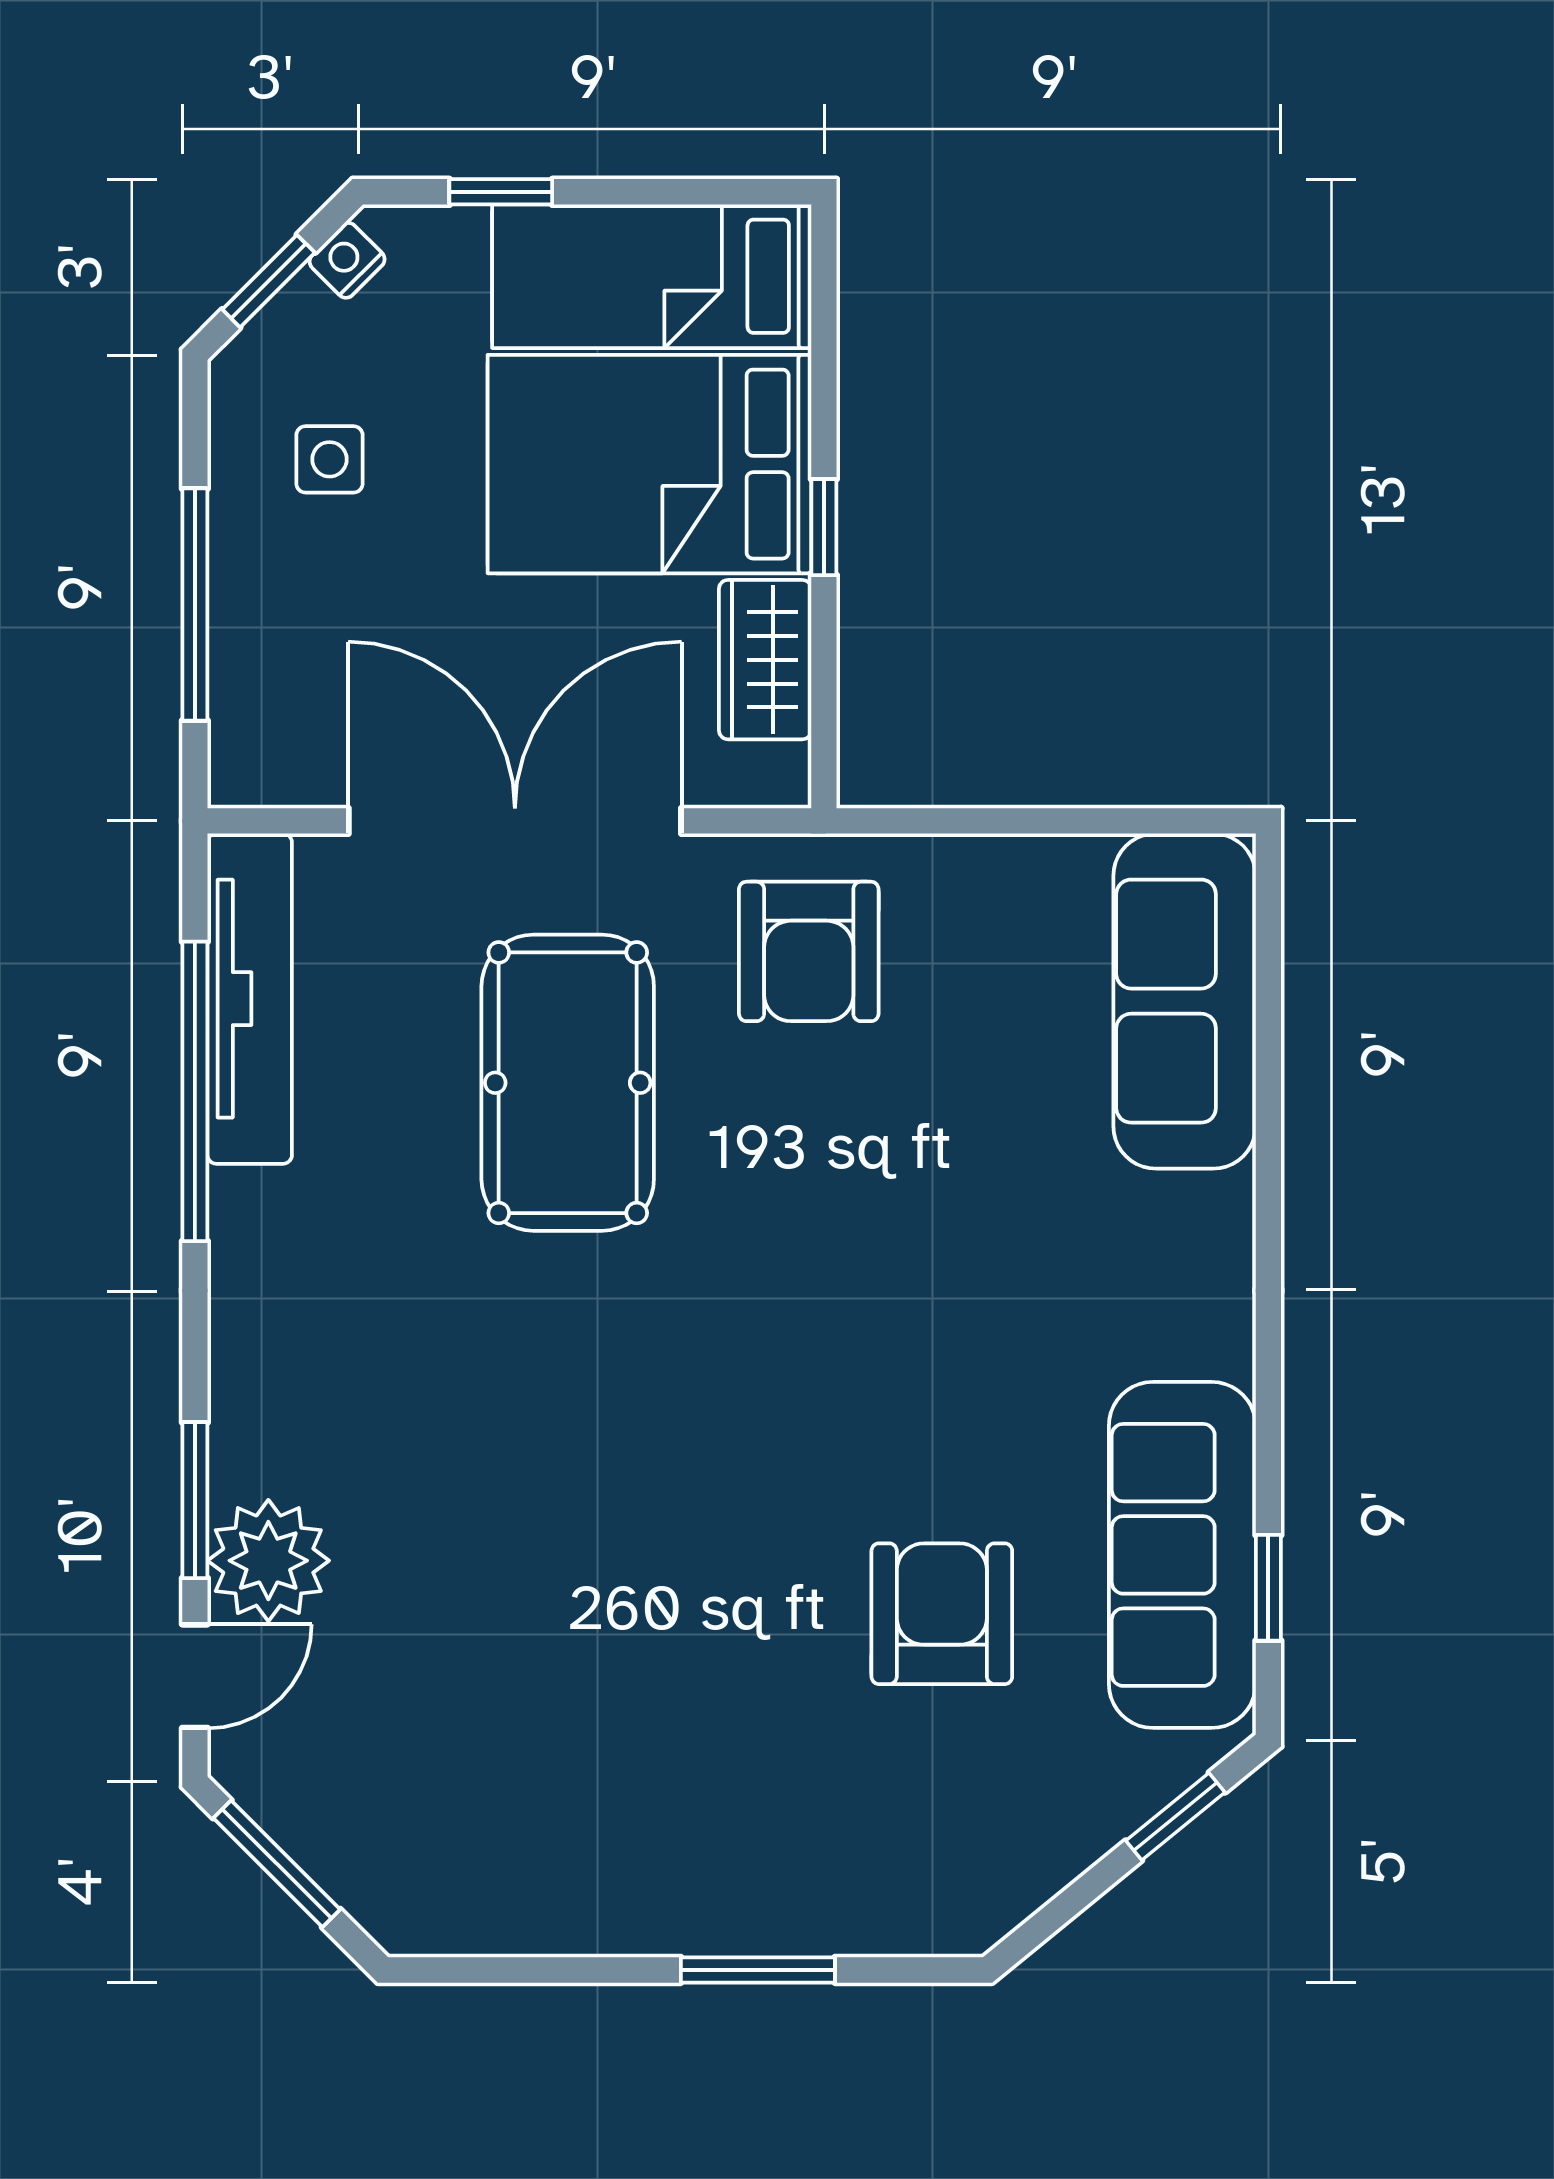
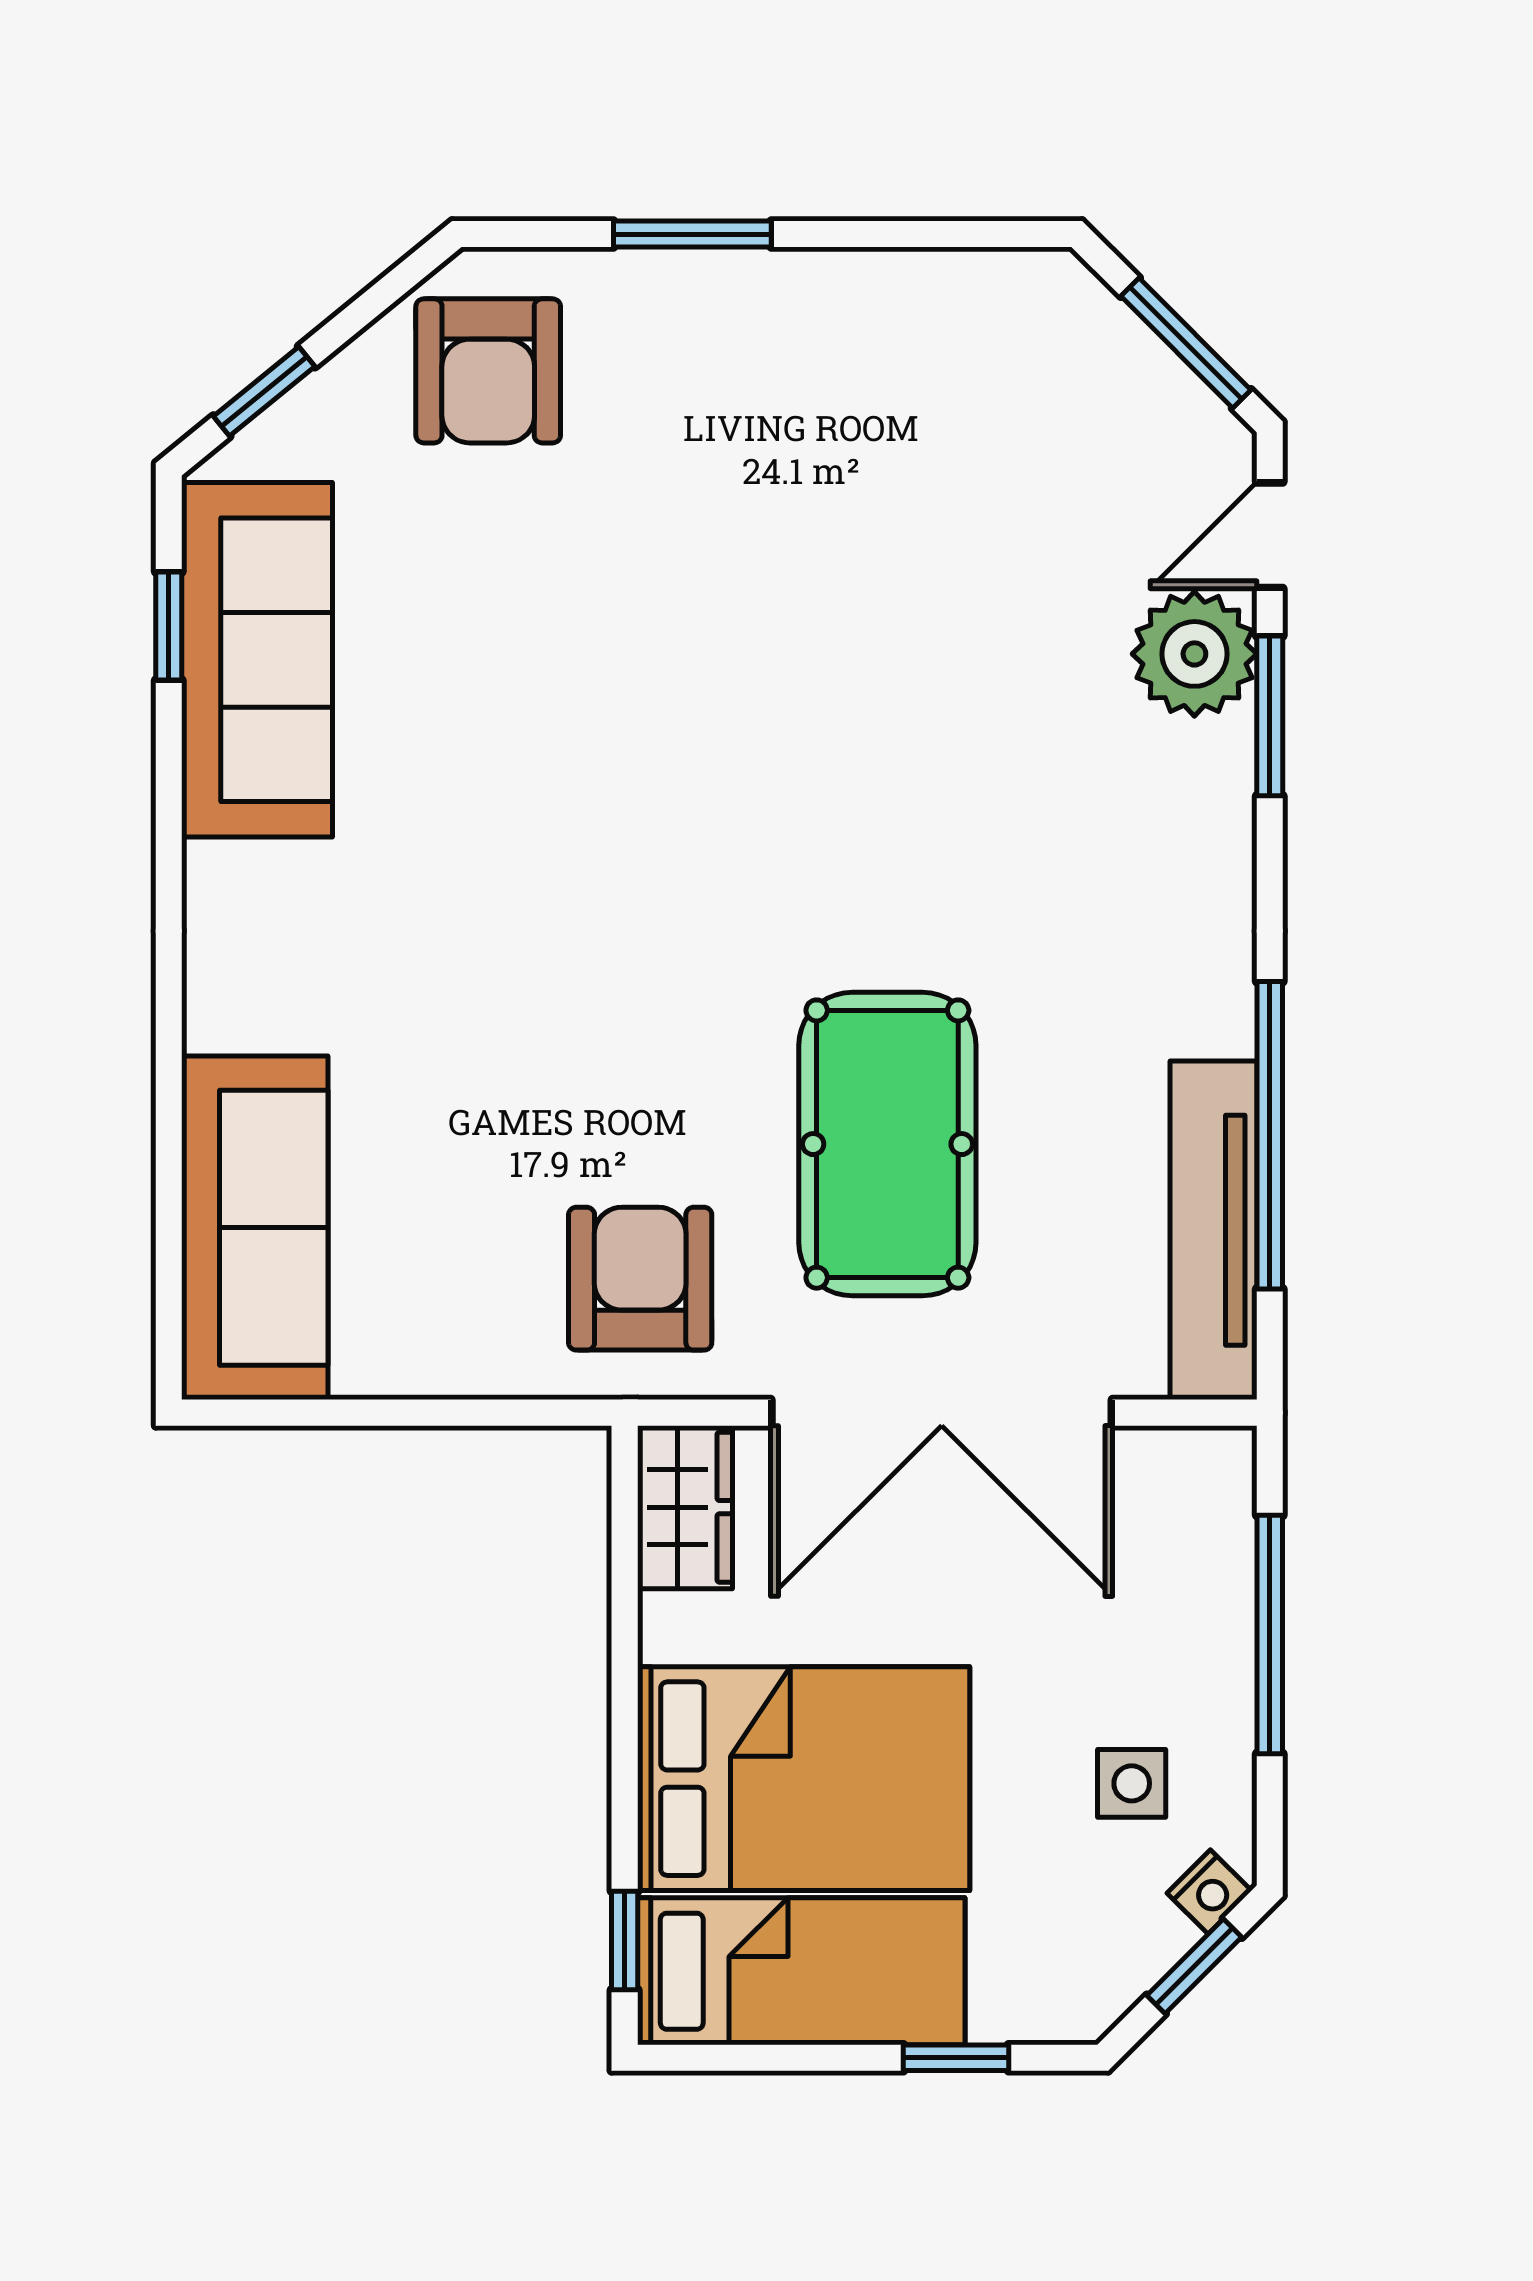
nightstand: (347, 260) -> (1209, 1892), moved
window: (824, 527) -> (625, 1941), moved
wardrobe: (765, 660) -> (685, 1507), moved
armchair: (942, 1614) -> (488, 371), moved

